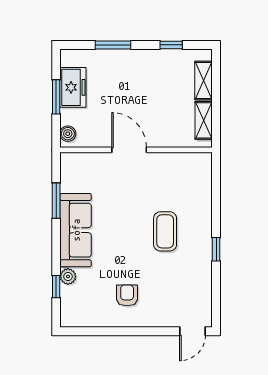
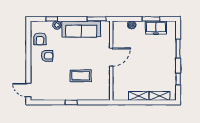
door: (129, 150) -> (111, 57), moved
wall: (136, 150) -> (111, 61), moved
armchair: (94, 309) -> (40, 39), added

